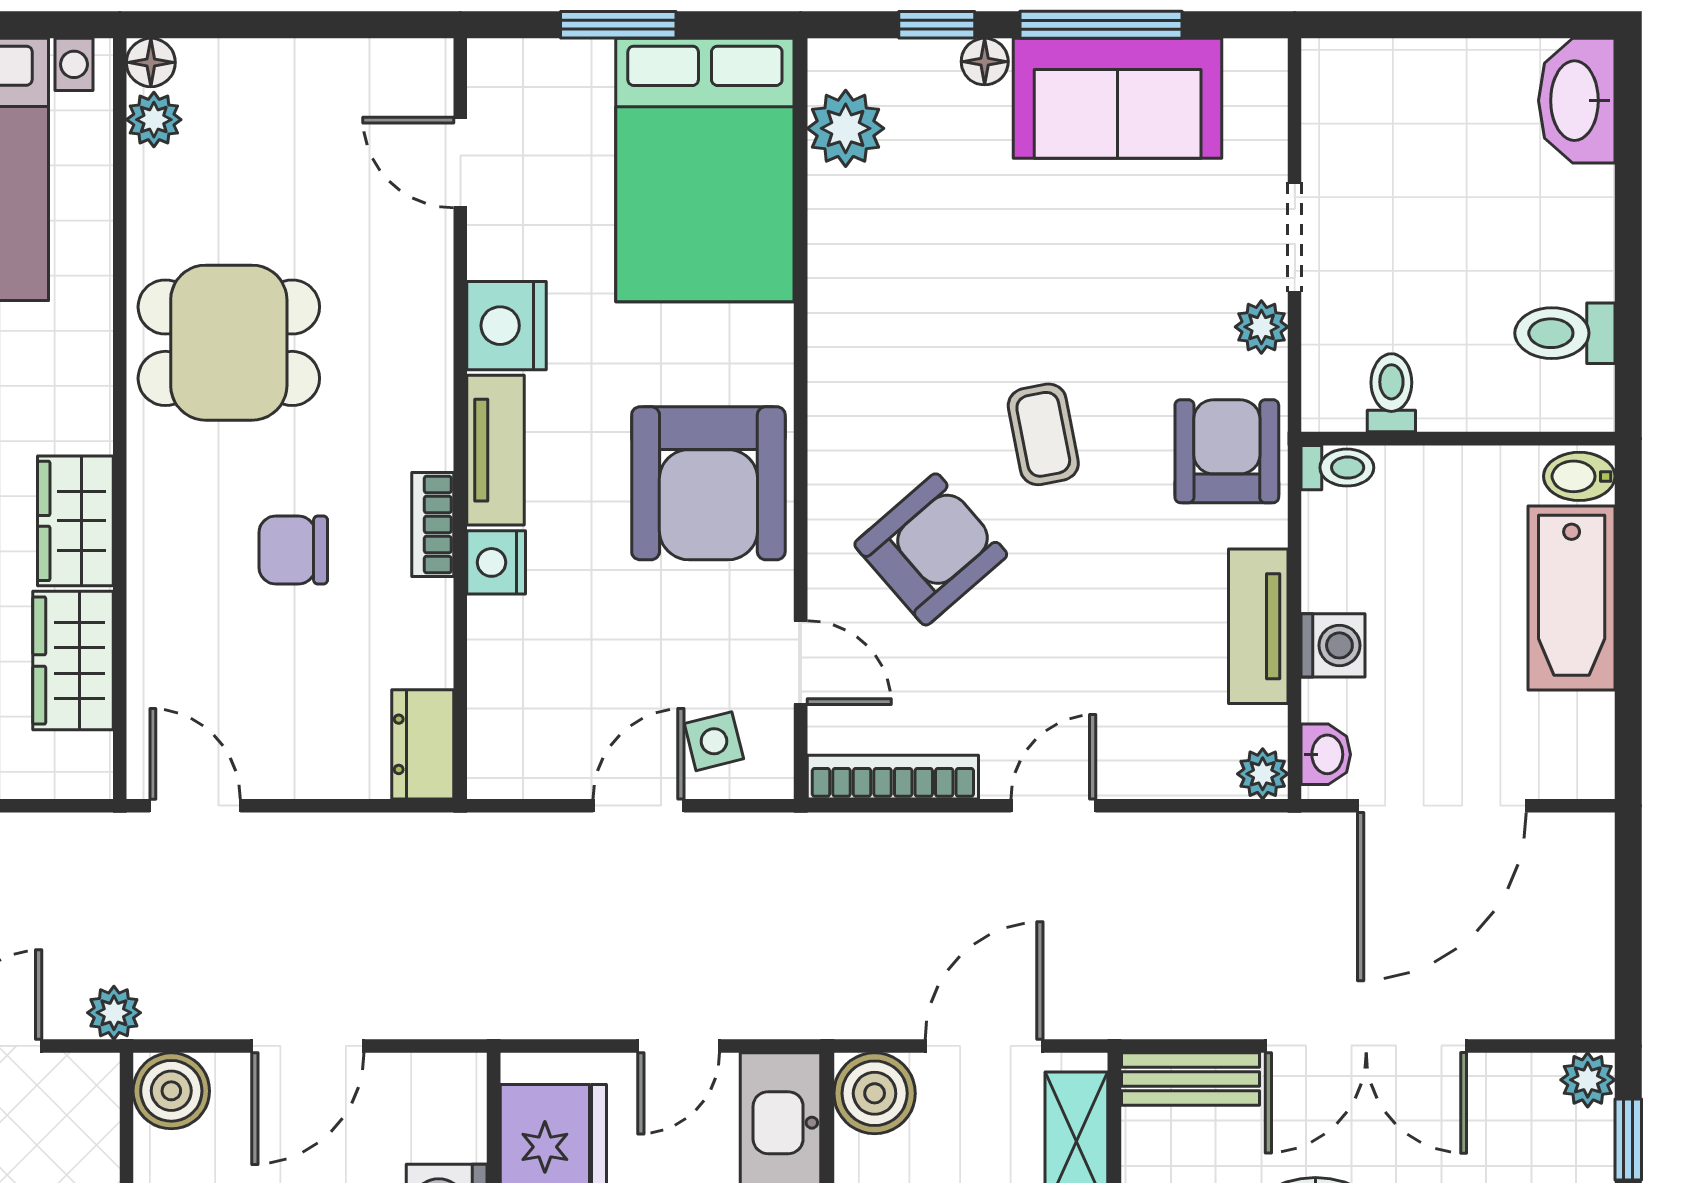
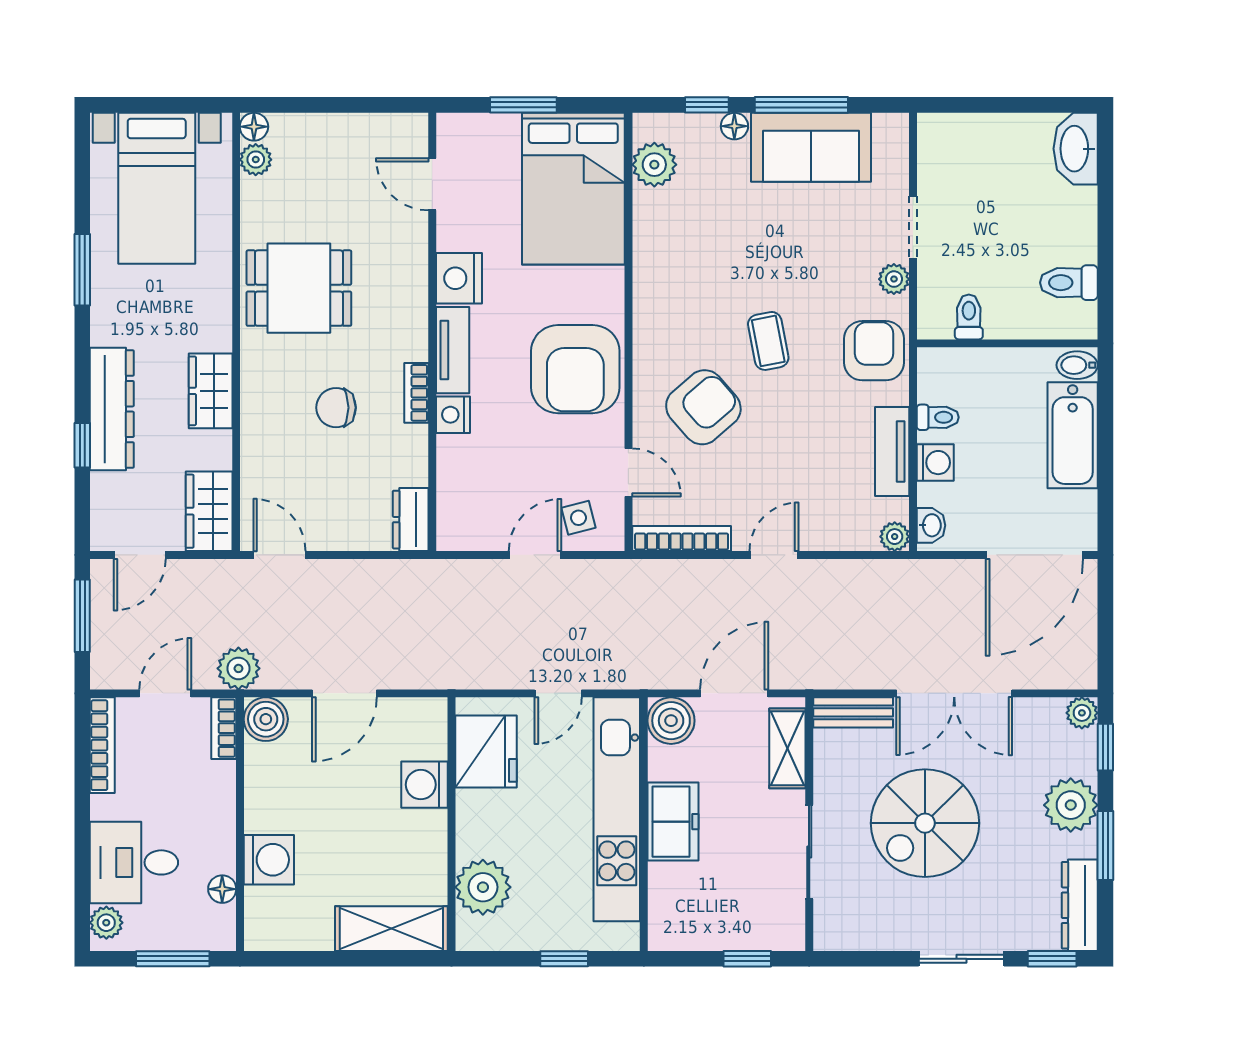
toilet: (1337, 468) -> (938, 417), moved
wardrobe: (73, 661) -> (209, 511), moved
door: (1442, 806) -> (1034, 555), moved
plant: (114, 1013) -> (238, 668), width x1.38, depth x1.38
bookcase: (98, 1106) -> (224, 728), added

